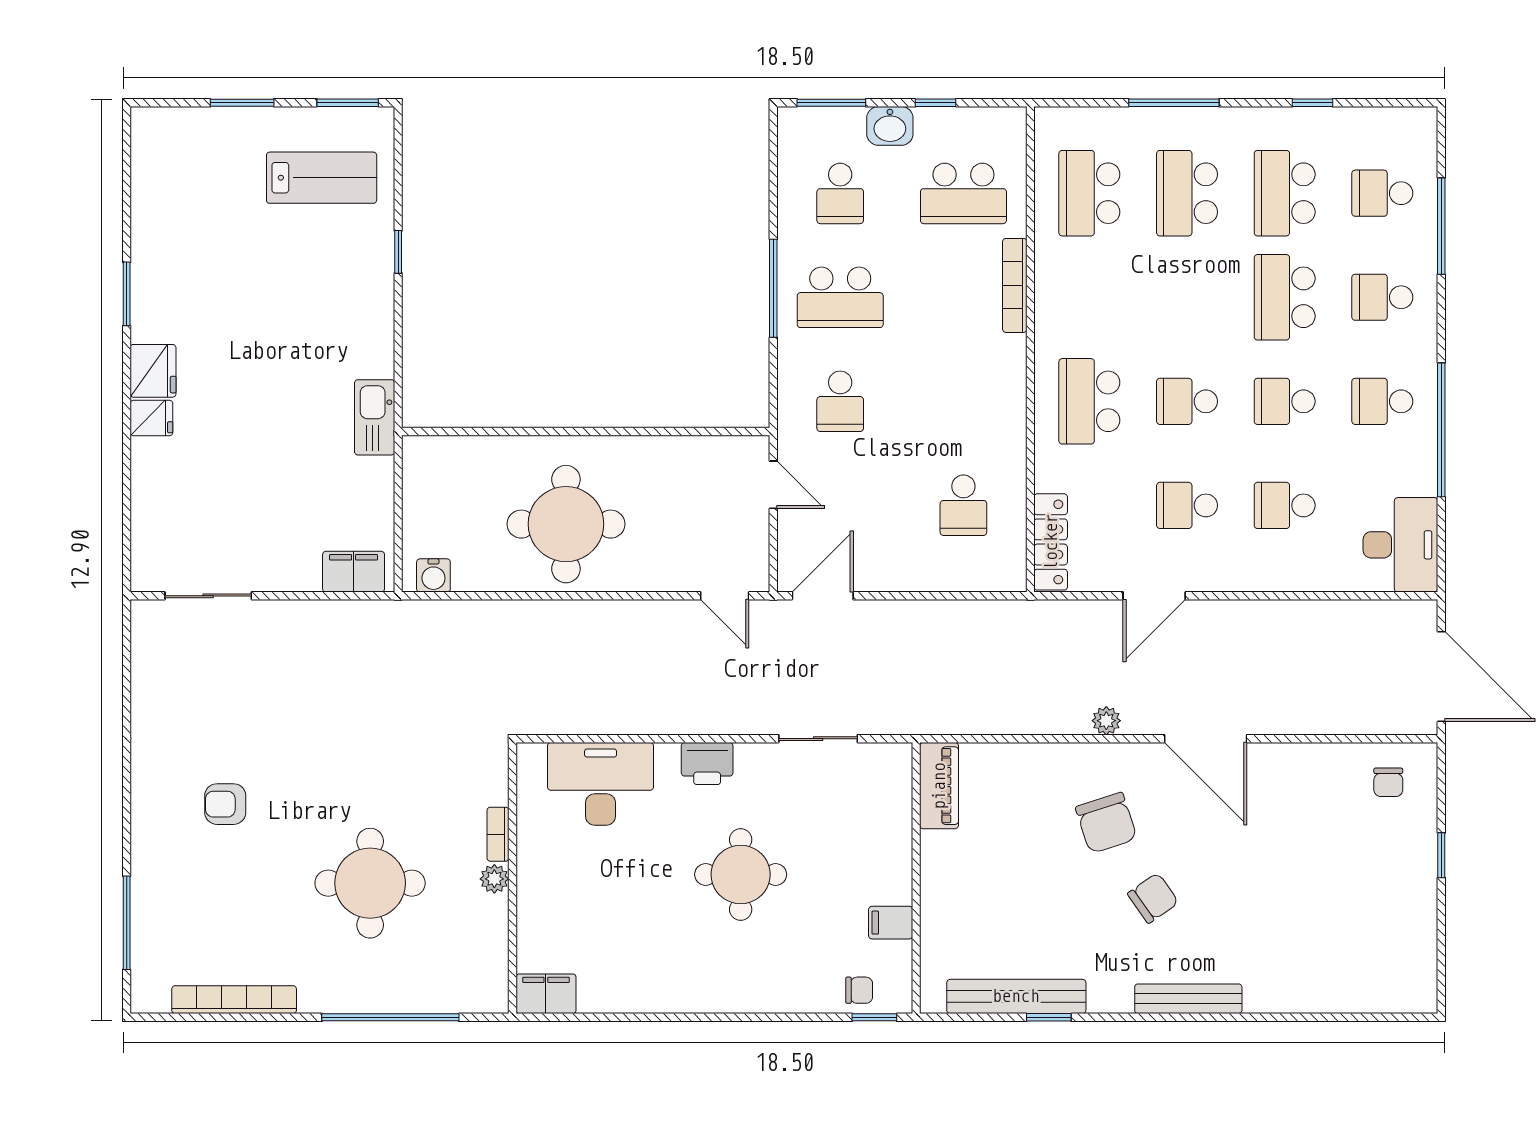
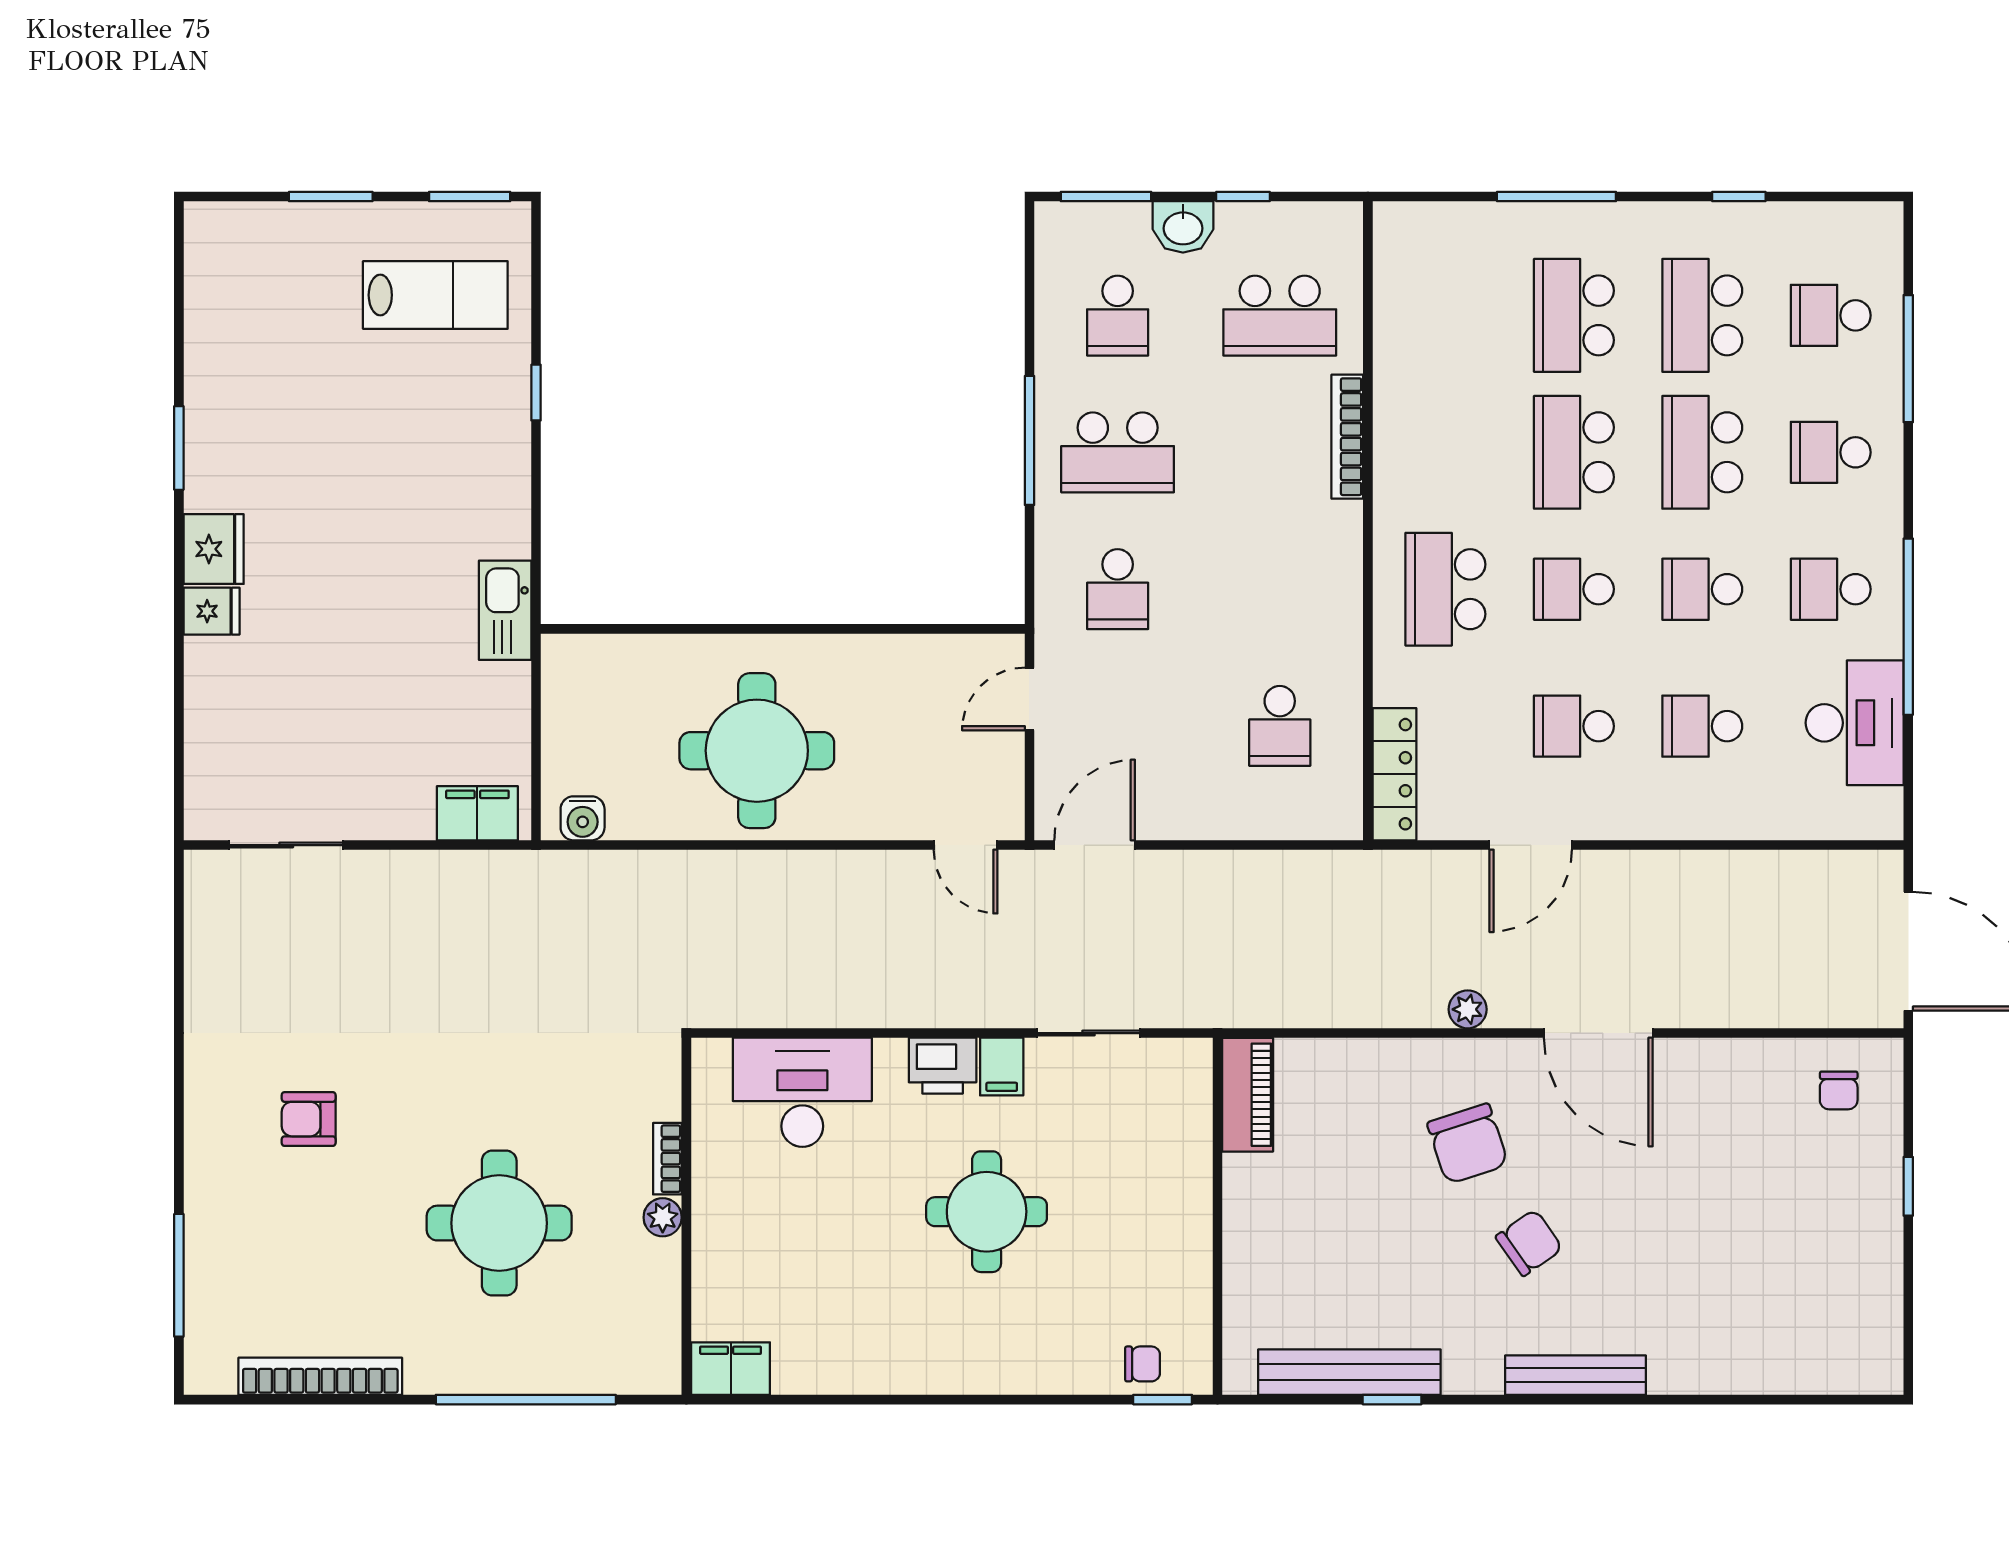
school desk: (1089, 193) -> (1574, 452), moved
door: (773, 485) -> (1029, 699), swing flipped
desk: (1400, 545) -> (1855, 723), moved
filing cabinet: (891, 923) -> (1002, 1067), moved, turned -90

